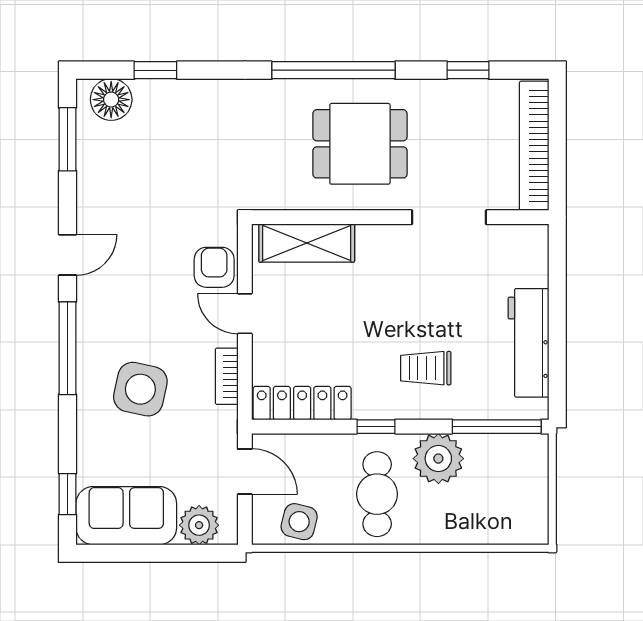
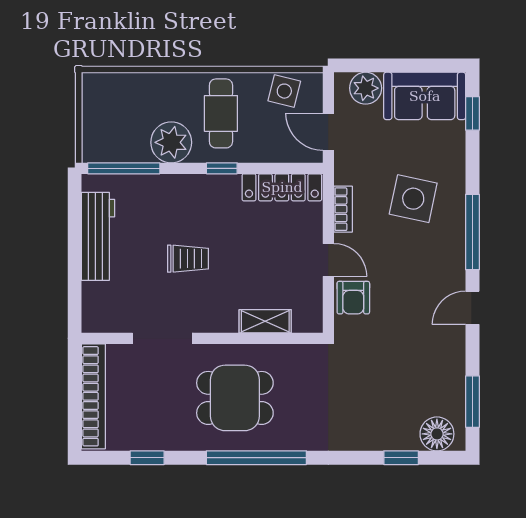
shelving: (307, 243) -> (265, 321), width x0.67, depth x0.75
trolley: (426, 368) -> (188, 259), moved

